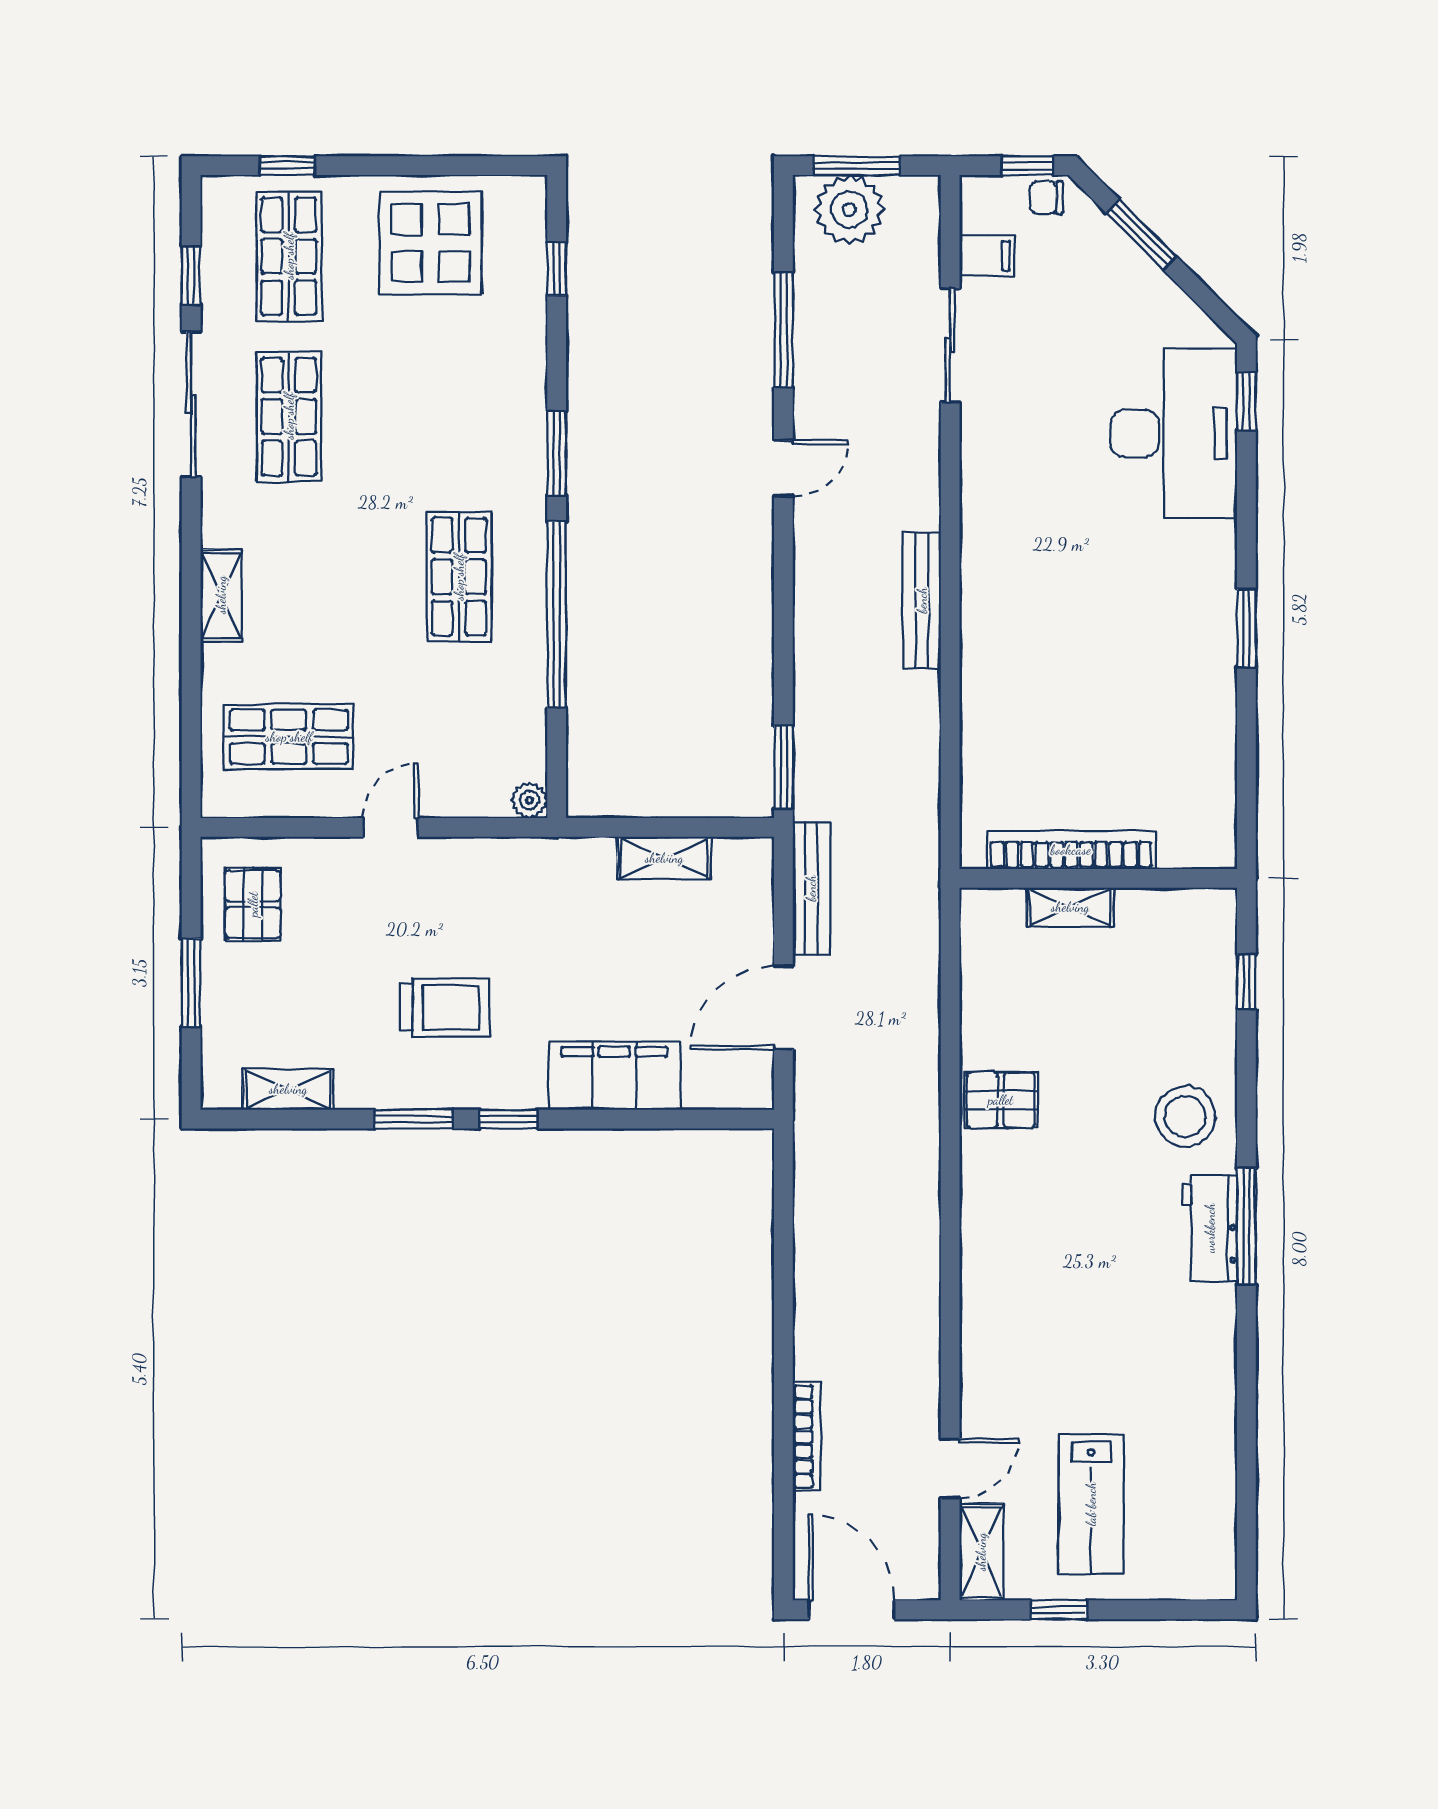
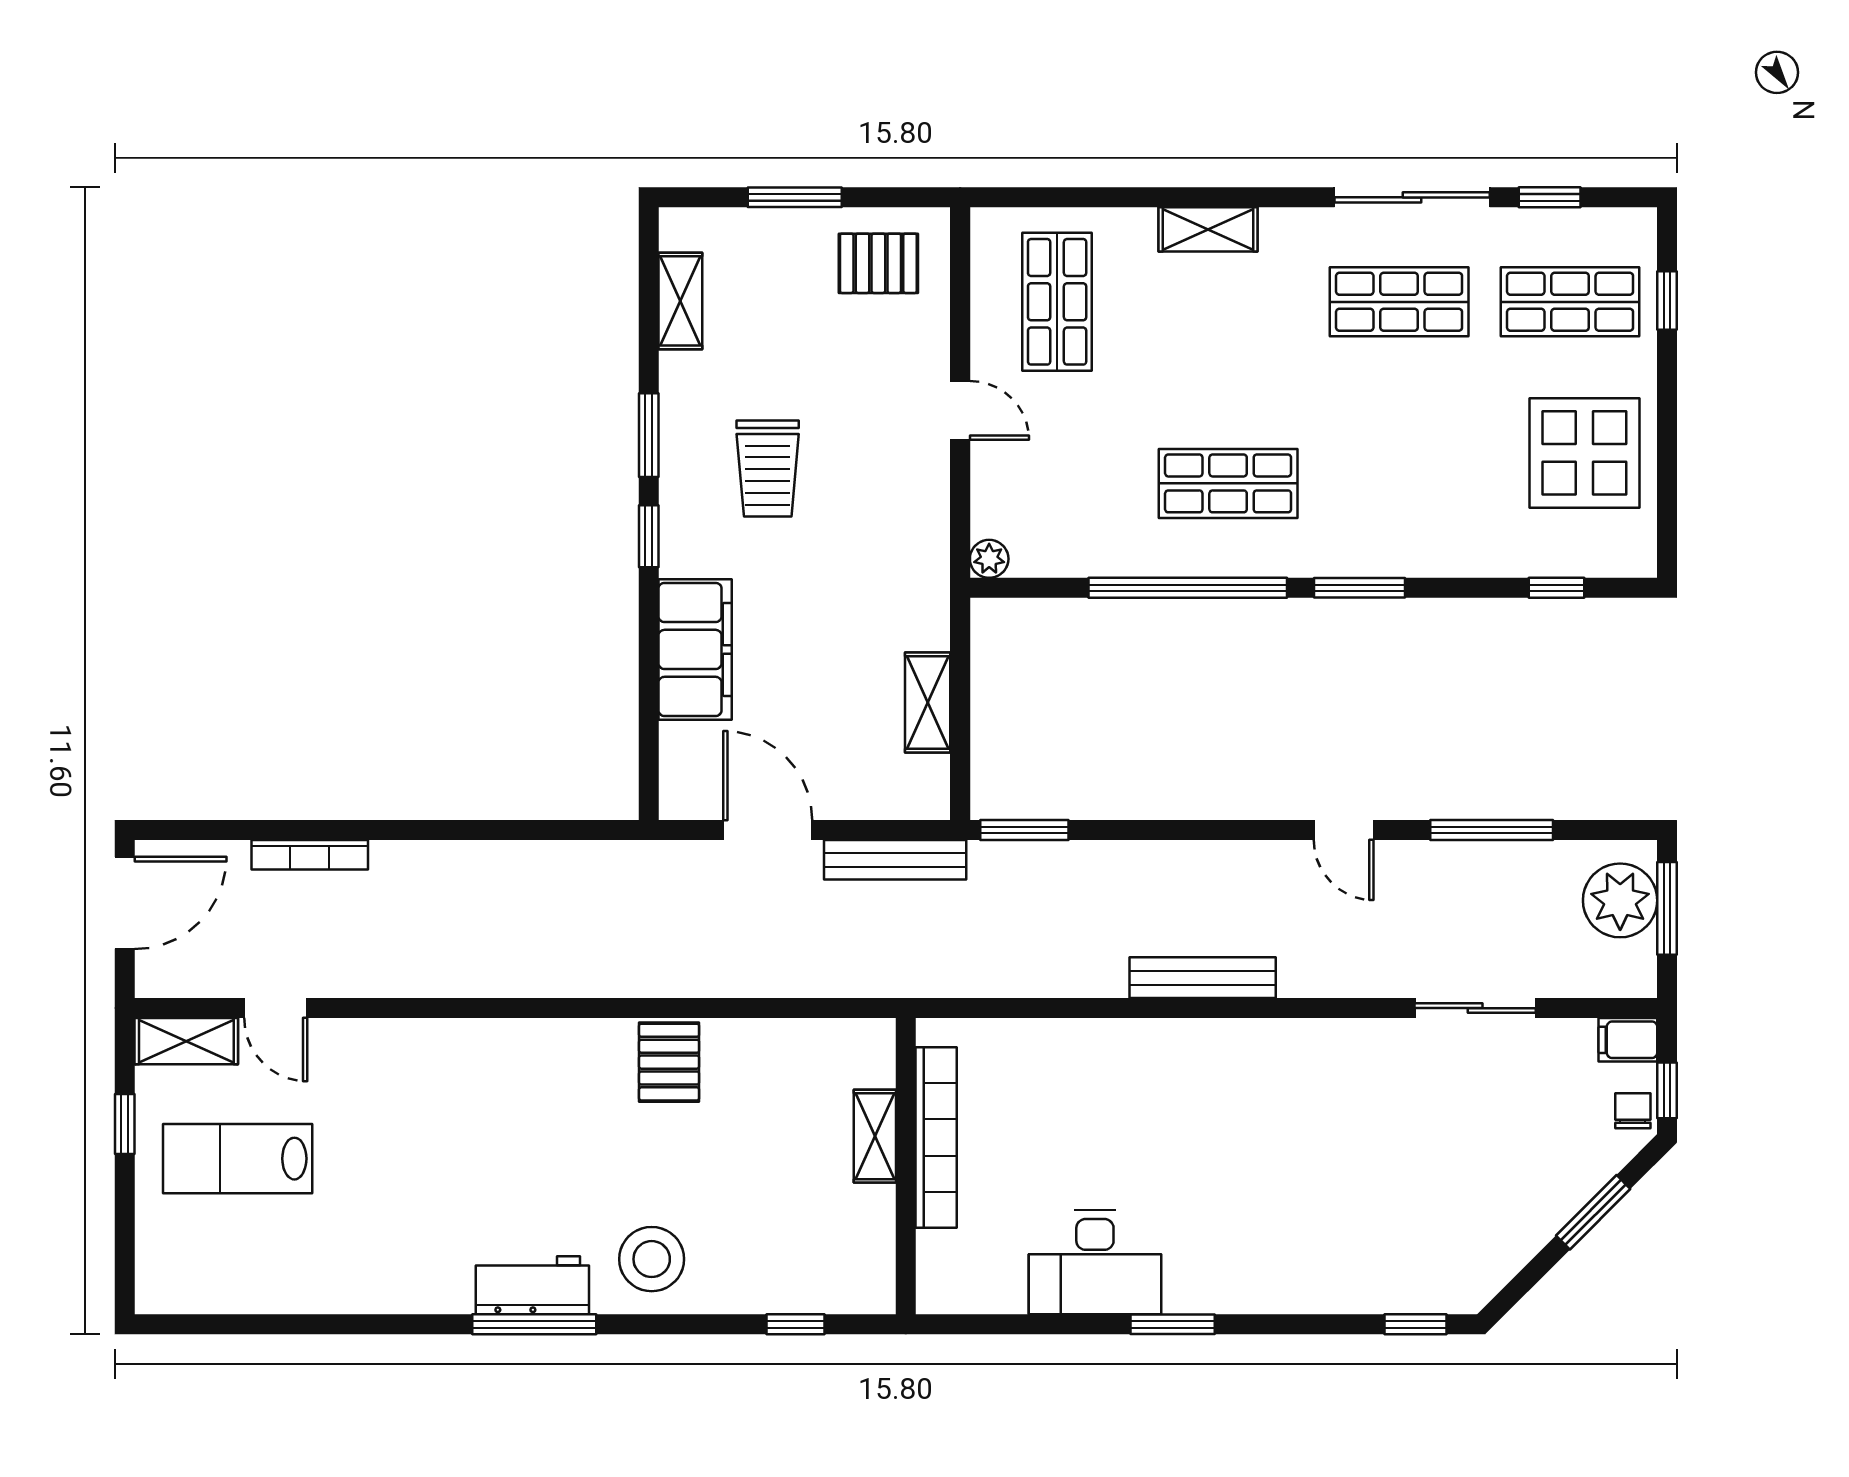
filing cabinet: (987, 256) -> (1628, 1040), moved, turned 90
desk: (1174, 433) -> (1095, 1262), moved, width x0.73, depth x0.77

